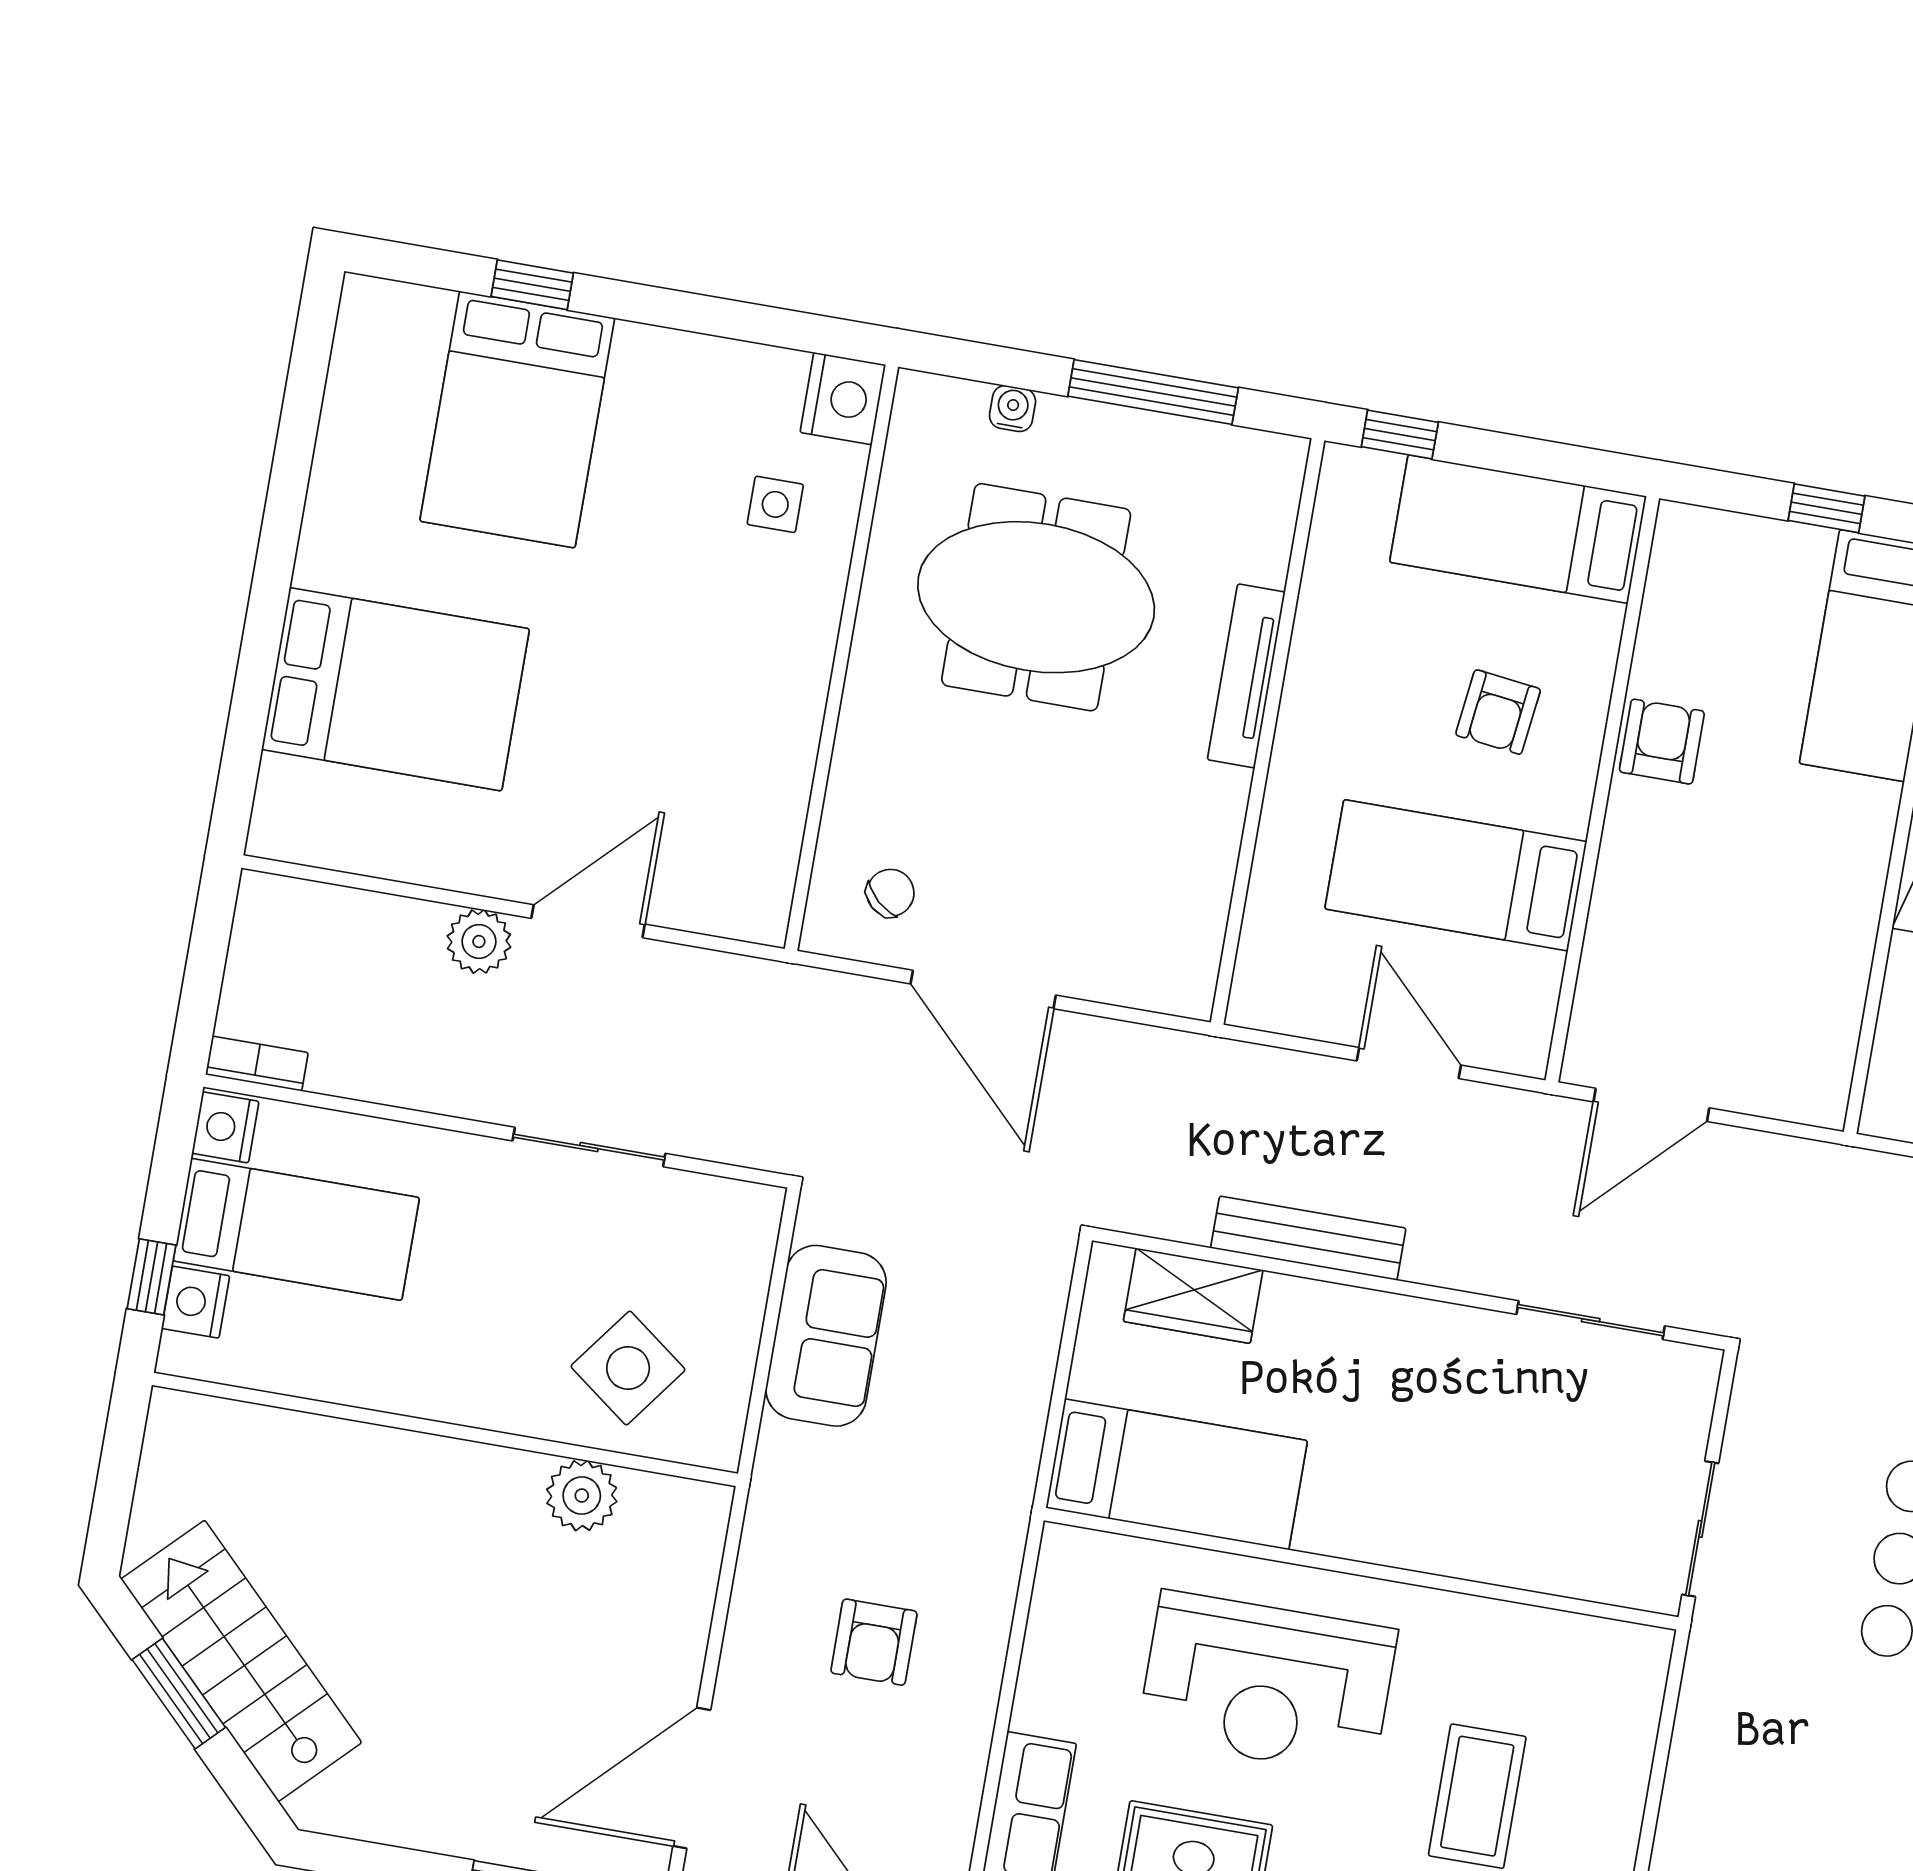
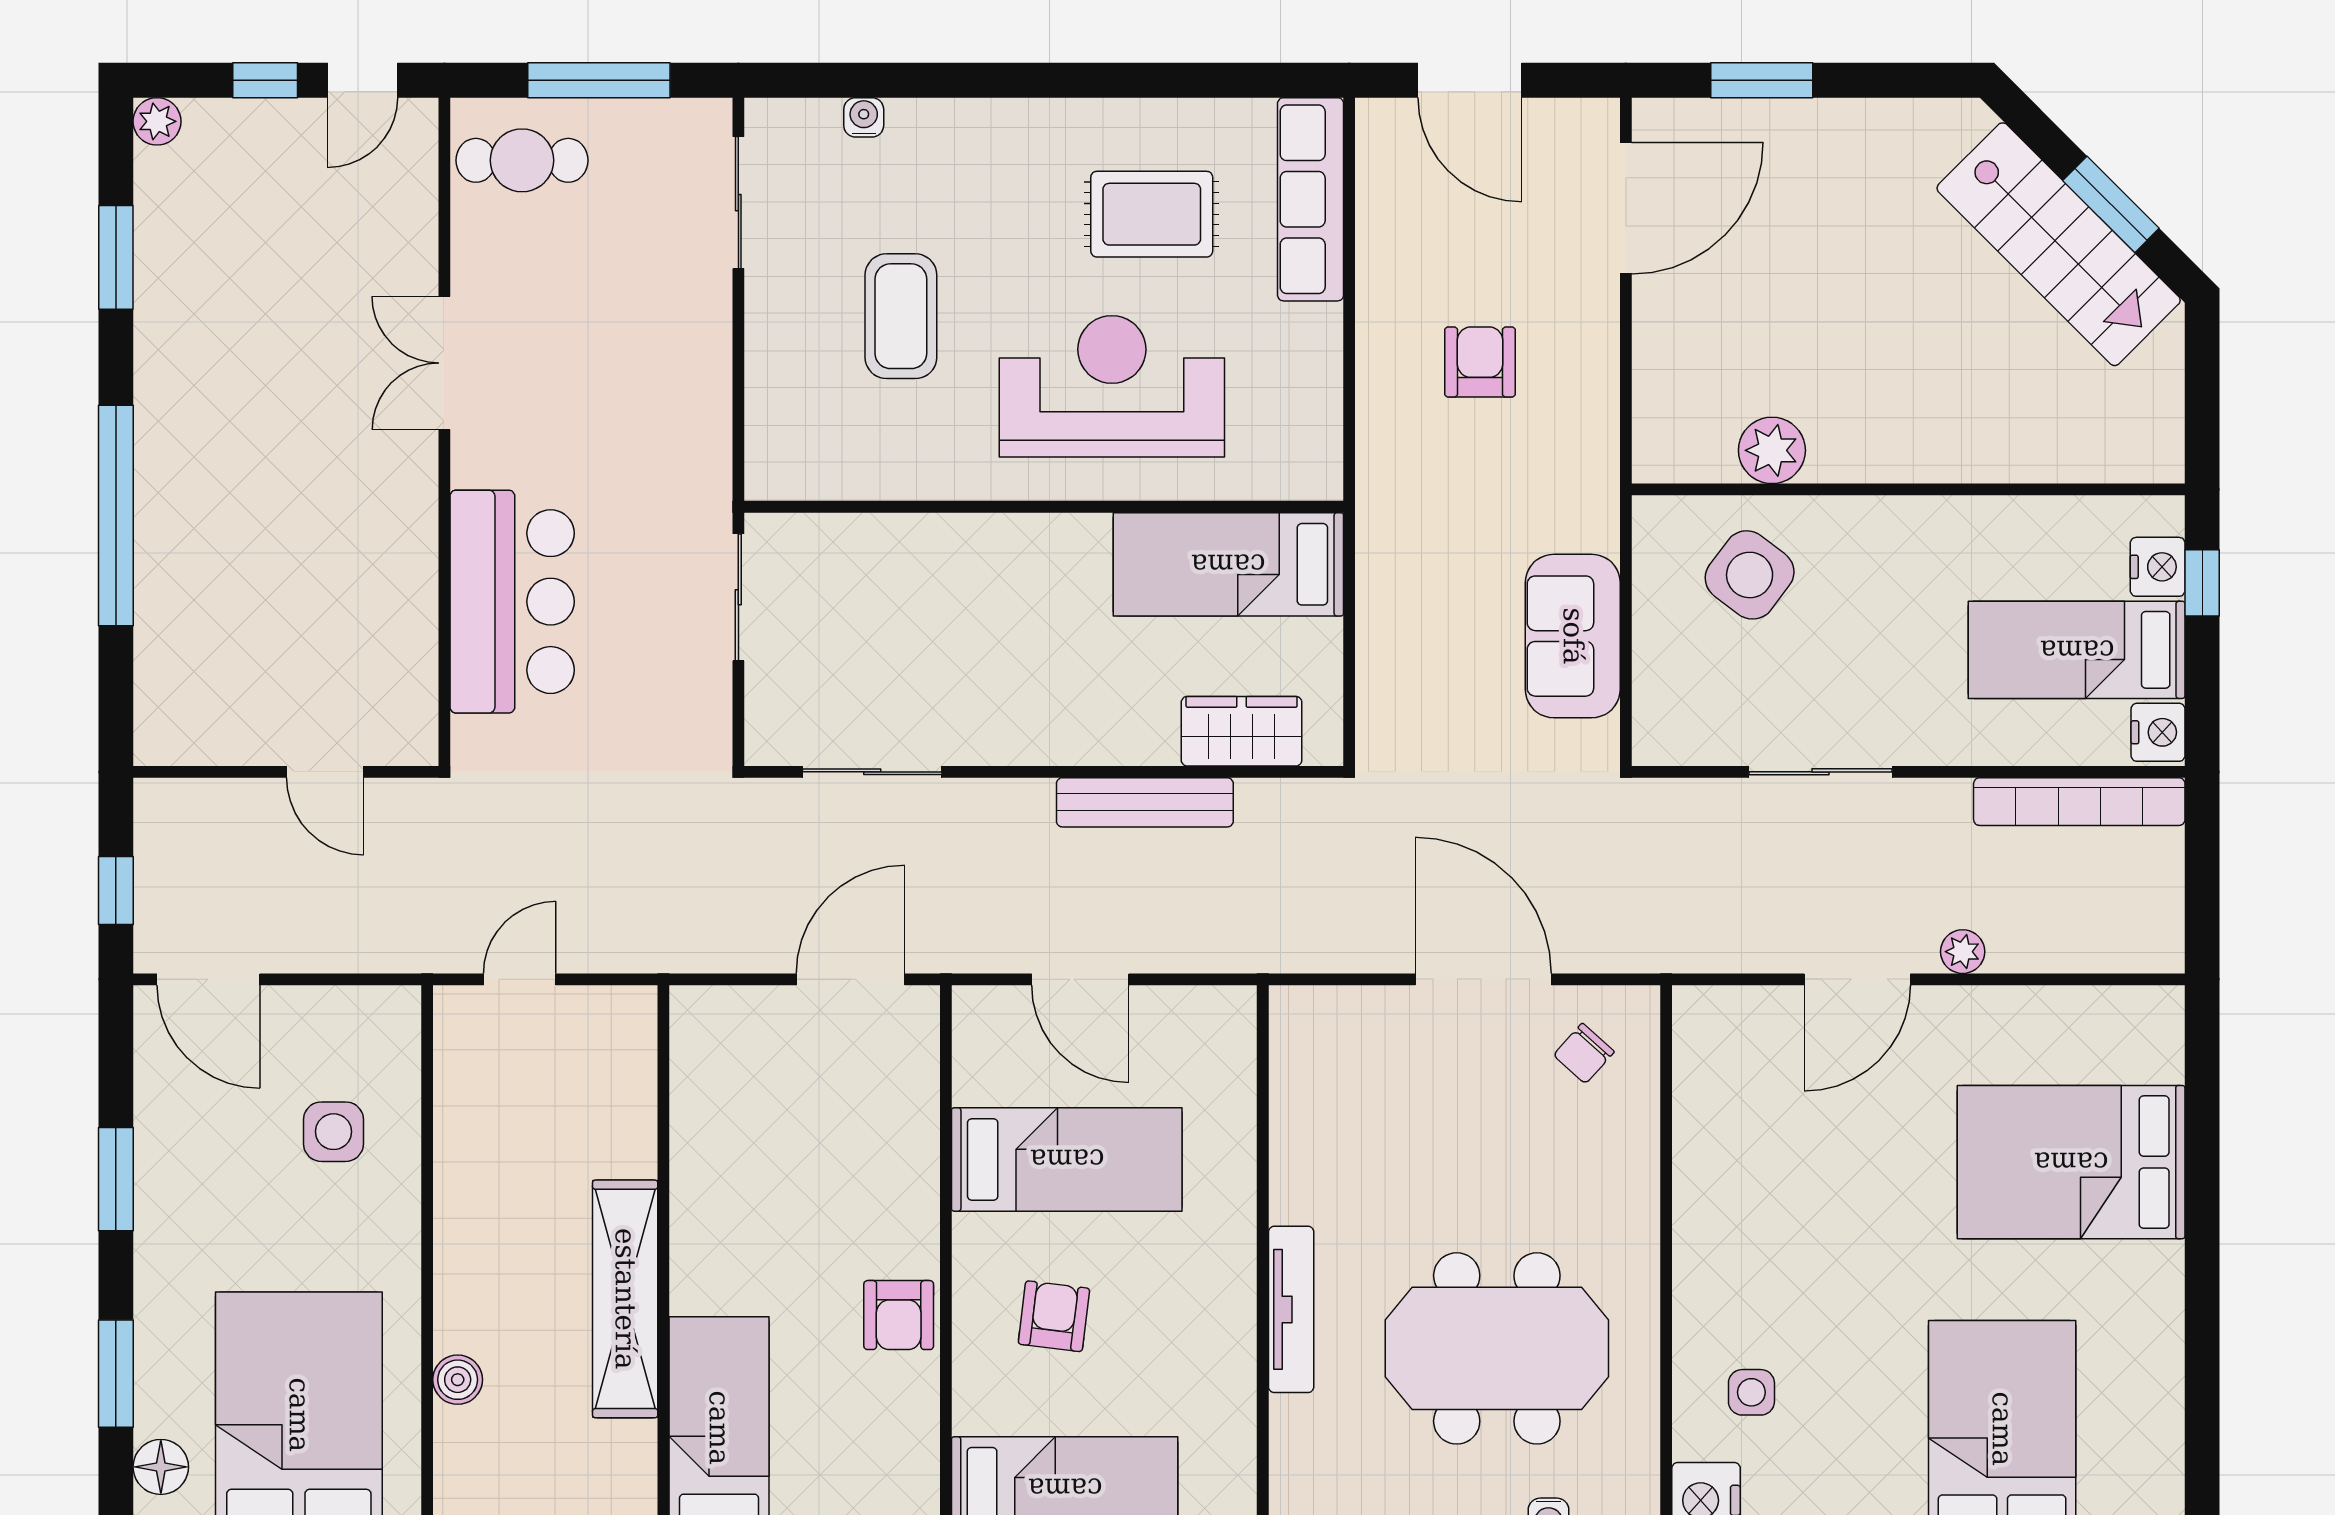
plant: (479, 942) -> (1963, 952), width x0.73, depth x0.73
bookcase: (257, 1064) -> (2079, 802), width x2.31, depth x1.31

